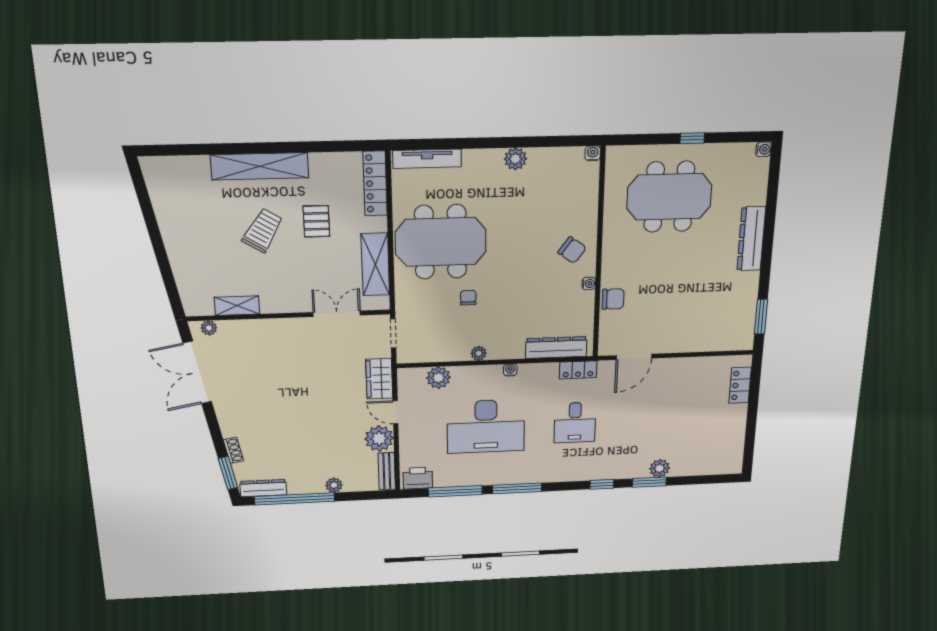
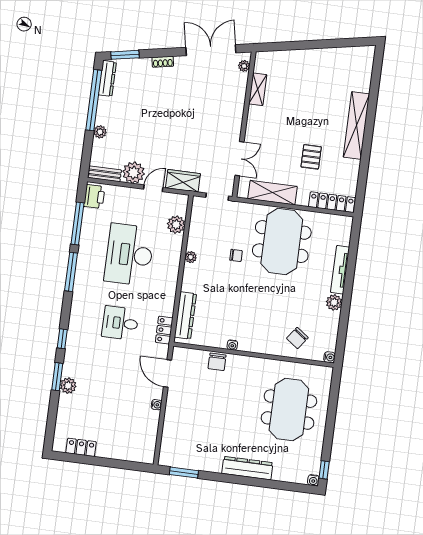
window: (692, 138) -> (324, 470), moved
tv unit: (427, 159) -> (340, 270), moved
pallet: (316, 221) -> (311, 157), turned 90
trolley: (263, 230) -> (311, 118), removed
chair: (572, 250) -> (297, 338), moved
water cooler: (510, 370) -> (157, 405), moved
locker: (740, 385) -> (81, 447), moved
shoe rack: (233, 450) -> (163, 62), moved

